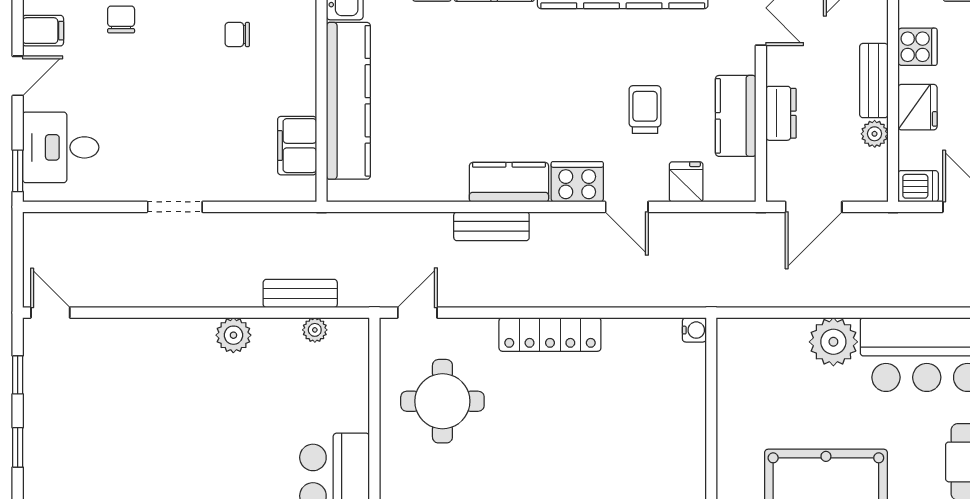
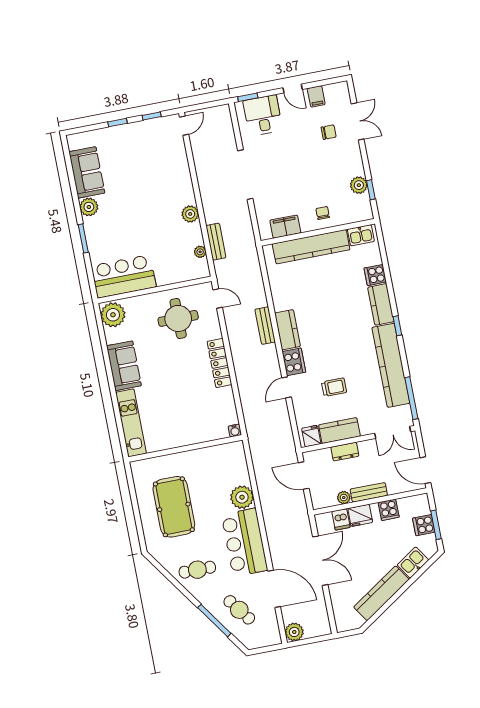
chair: (237, 35) -> (323, 213), moved
fridge: (686, 182) -> (311, 436), moved, turned -90
dishwasher: (918, 186) -> (341, 519), moved
doorway: (175, 207) -> (245, 175), width x1.87

